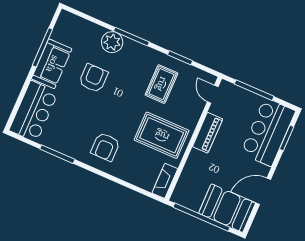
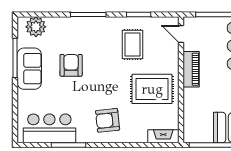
plant: (112, 42) -> (36, 27), moved
bar counter: (34, 111) -> (49, 128), moved, turned -90
armchair: (105, 147) -> (108, 120), turned 84
fireplace: (165, 181) -> (163, 136), moved, turned 90

